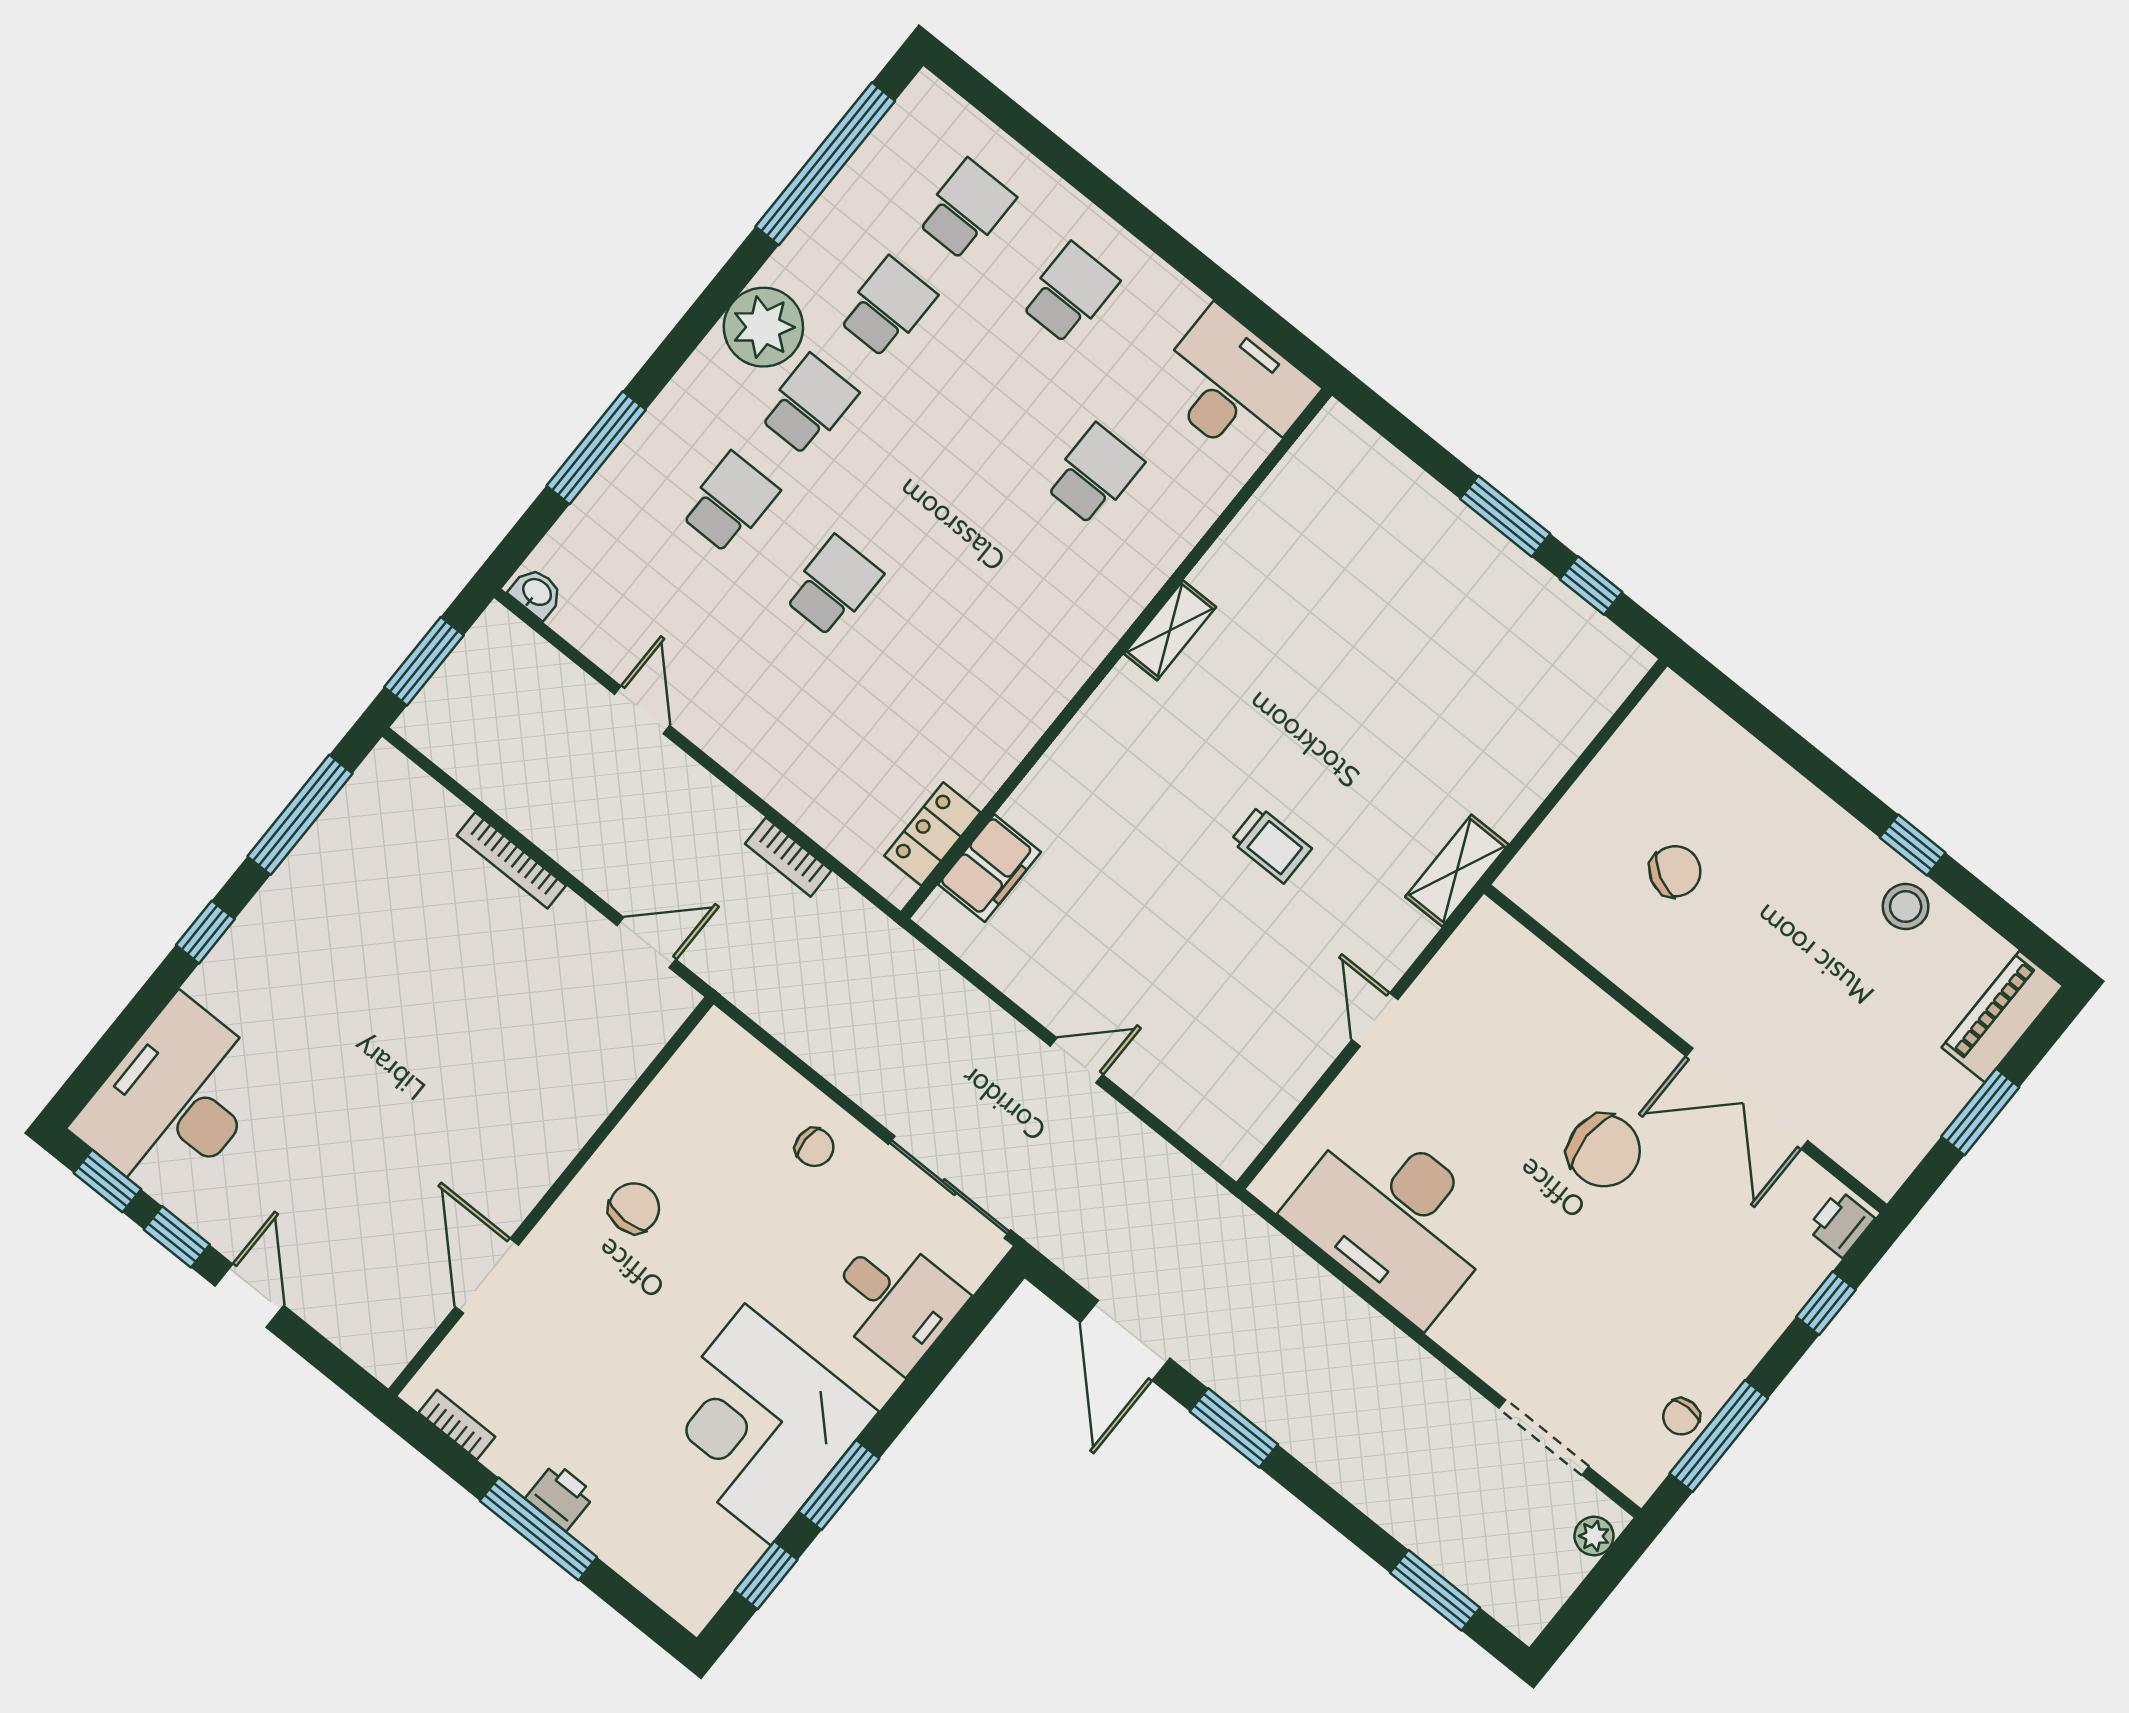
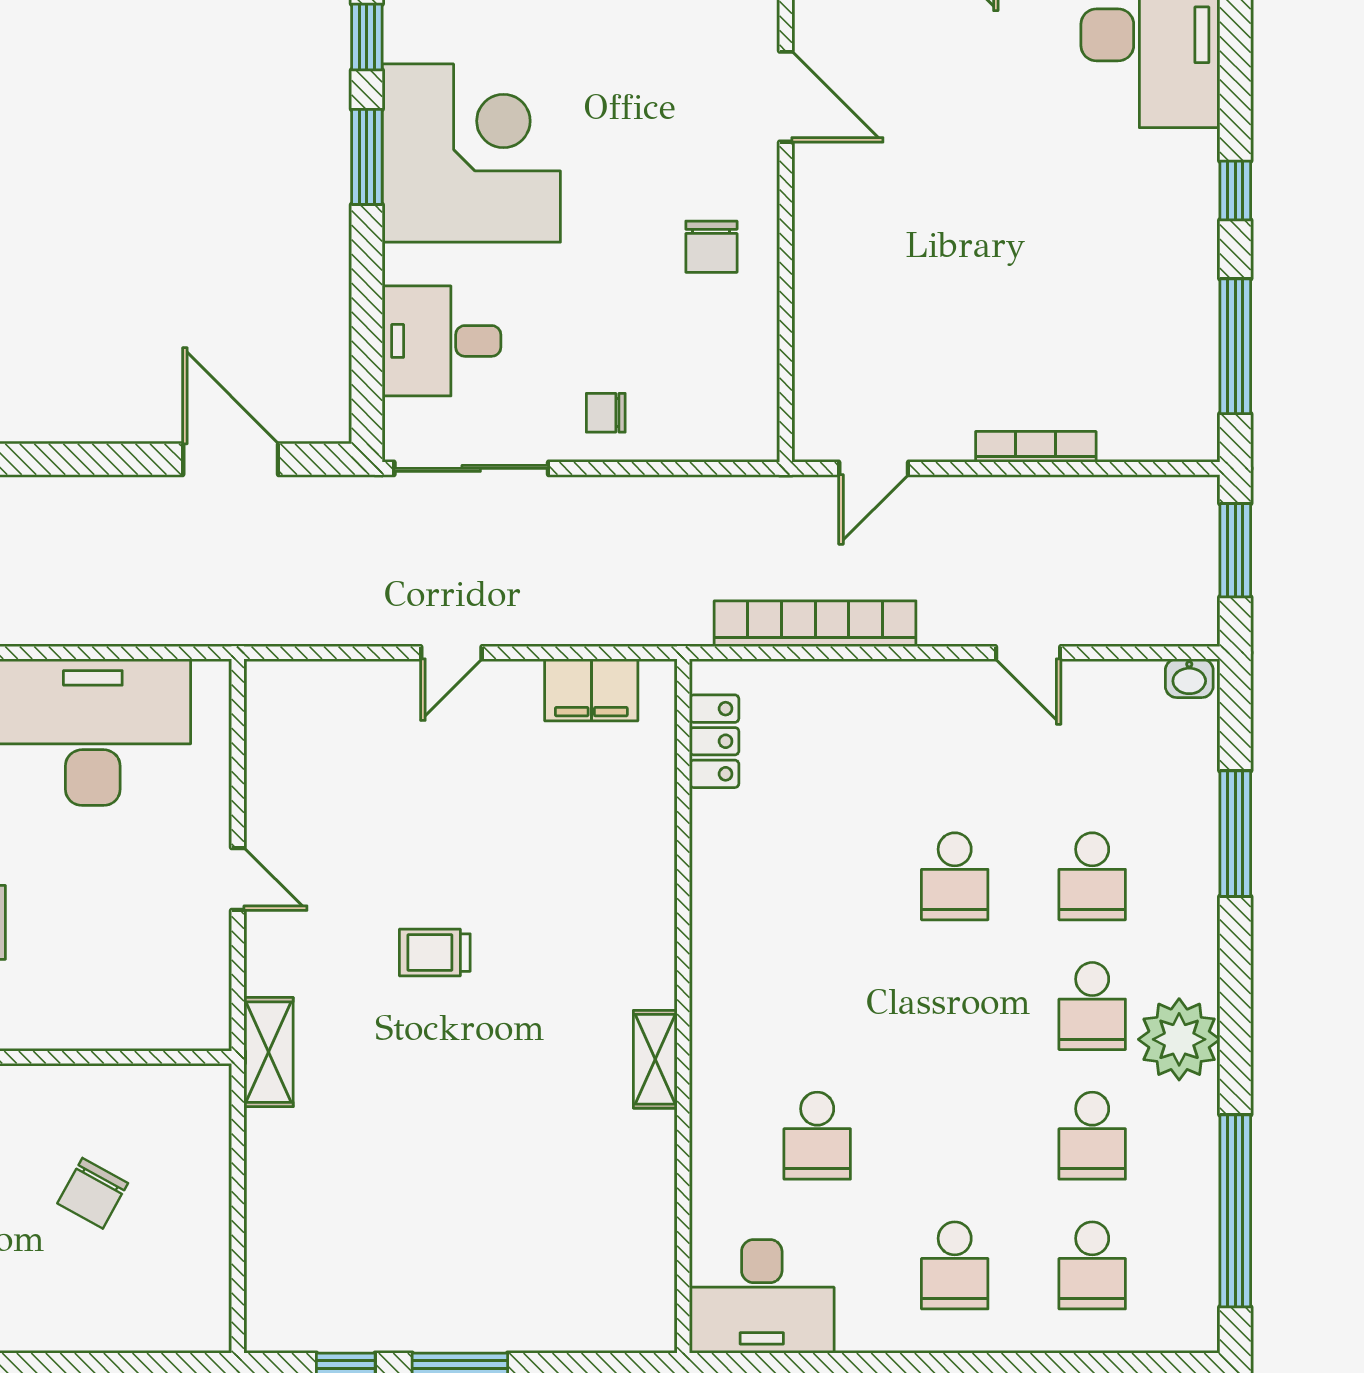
bookcase: (788, 857) -> (815, 624), width x2.31, depth x1.31
filing cabinet: (989, 868) -> (591, 690), moved, turned -90
window: (1234, 1428) -> (86, 459), removed

